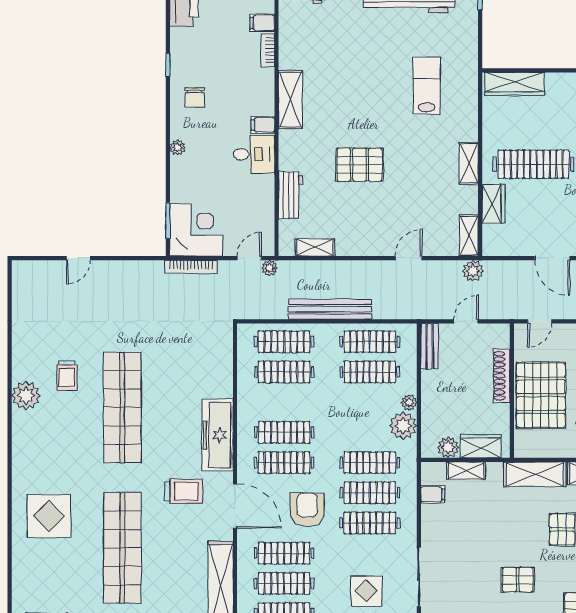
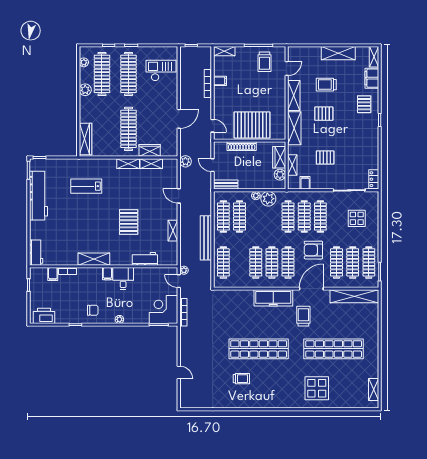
shelving: (469, 236) -> (151, 164), moved
shelving: (315, 247) -> (173, 231), moved
clothes rail: (284, 372) -> (256, 262), moved
plant: (26, 395) -> (252, 400), removed
pallet: (518, 580) -> (325, 157), moved, turned 90

